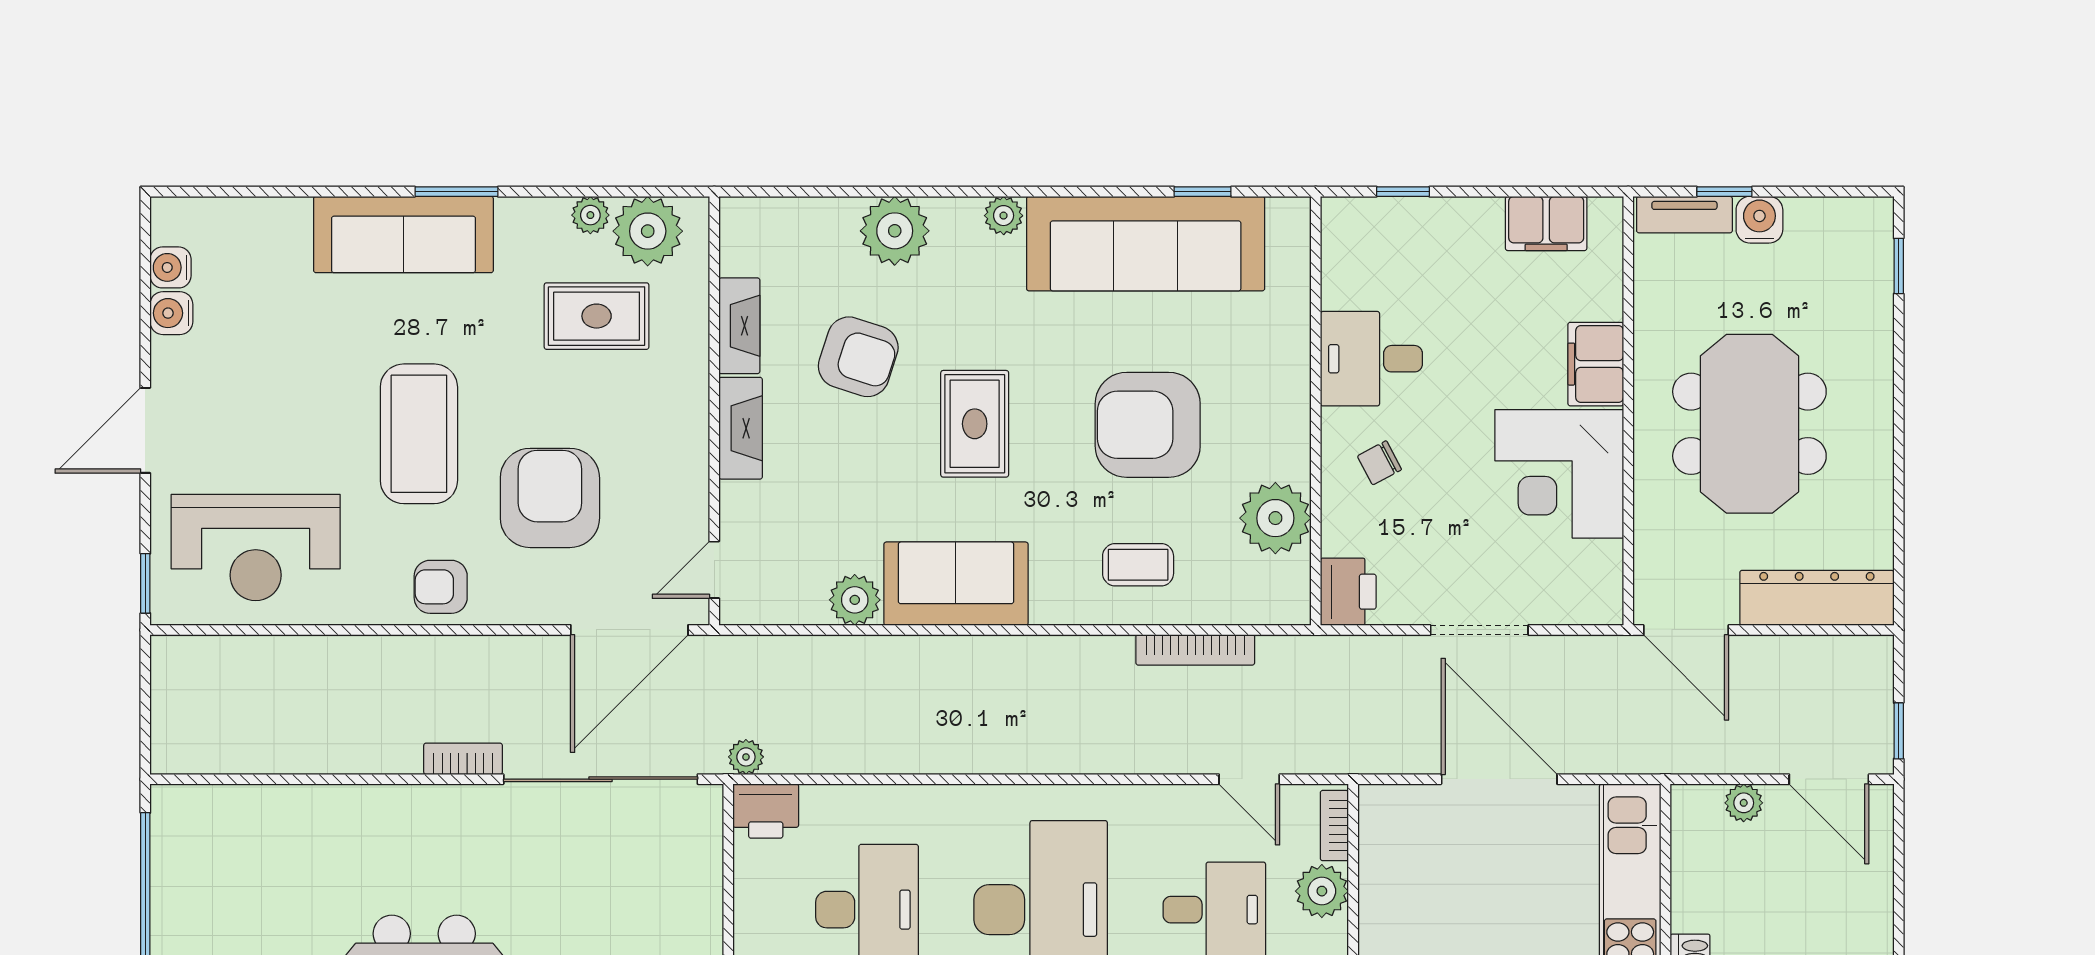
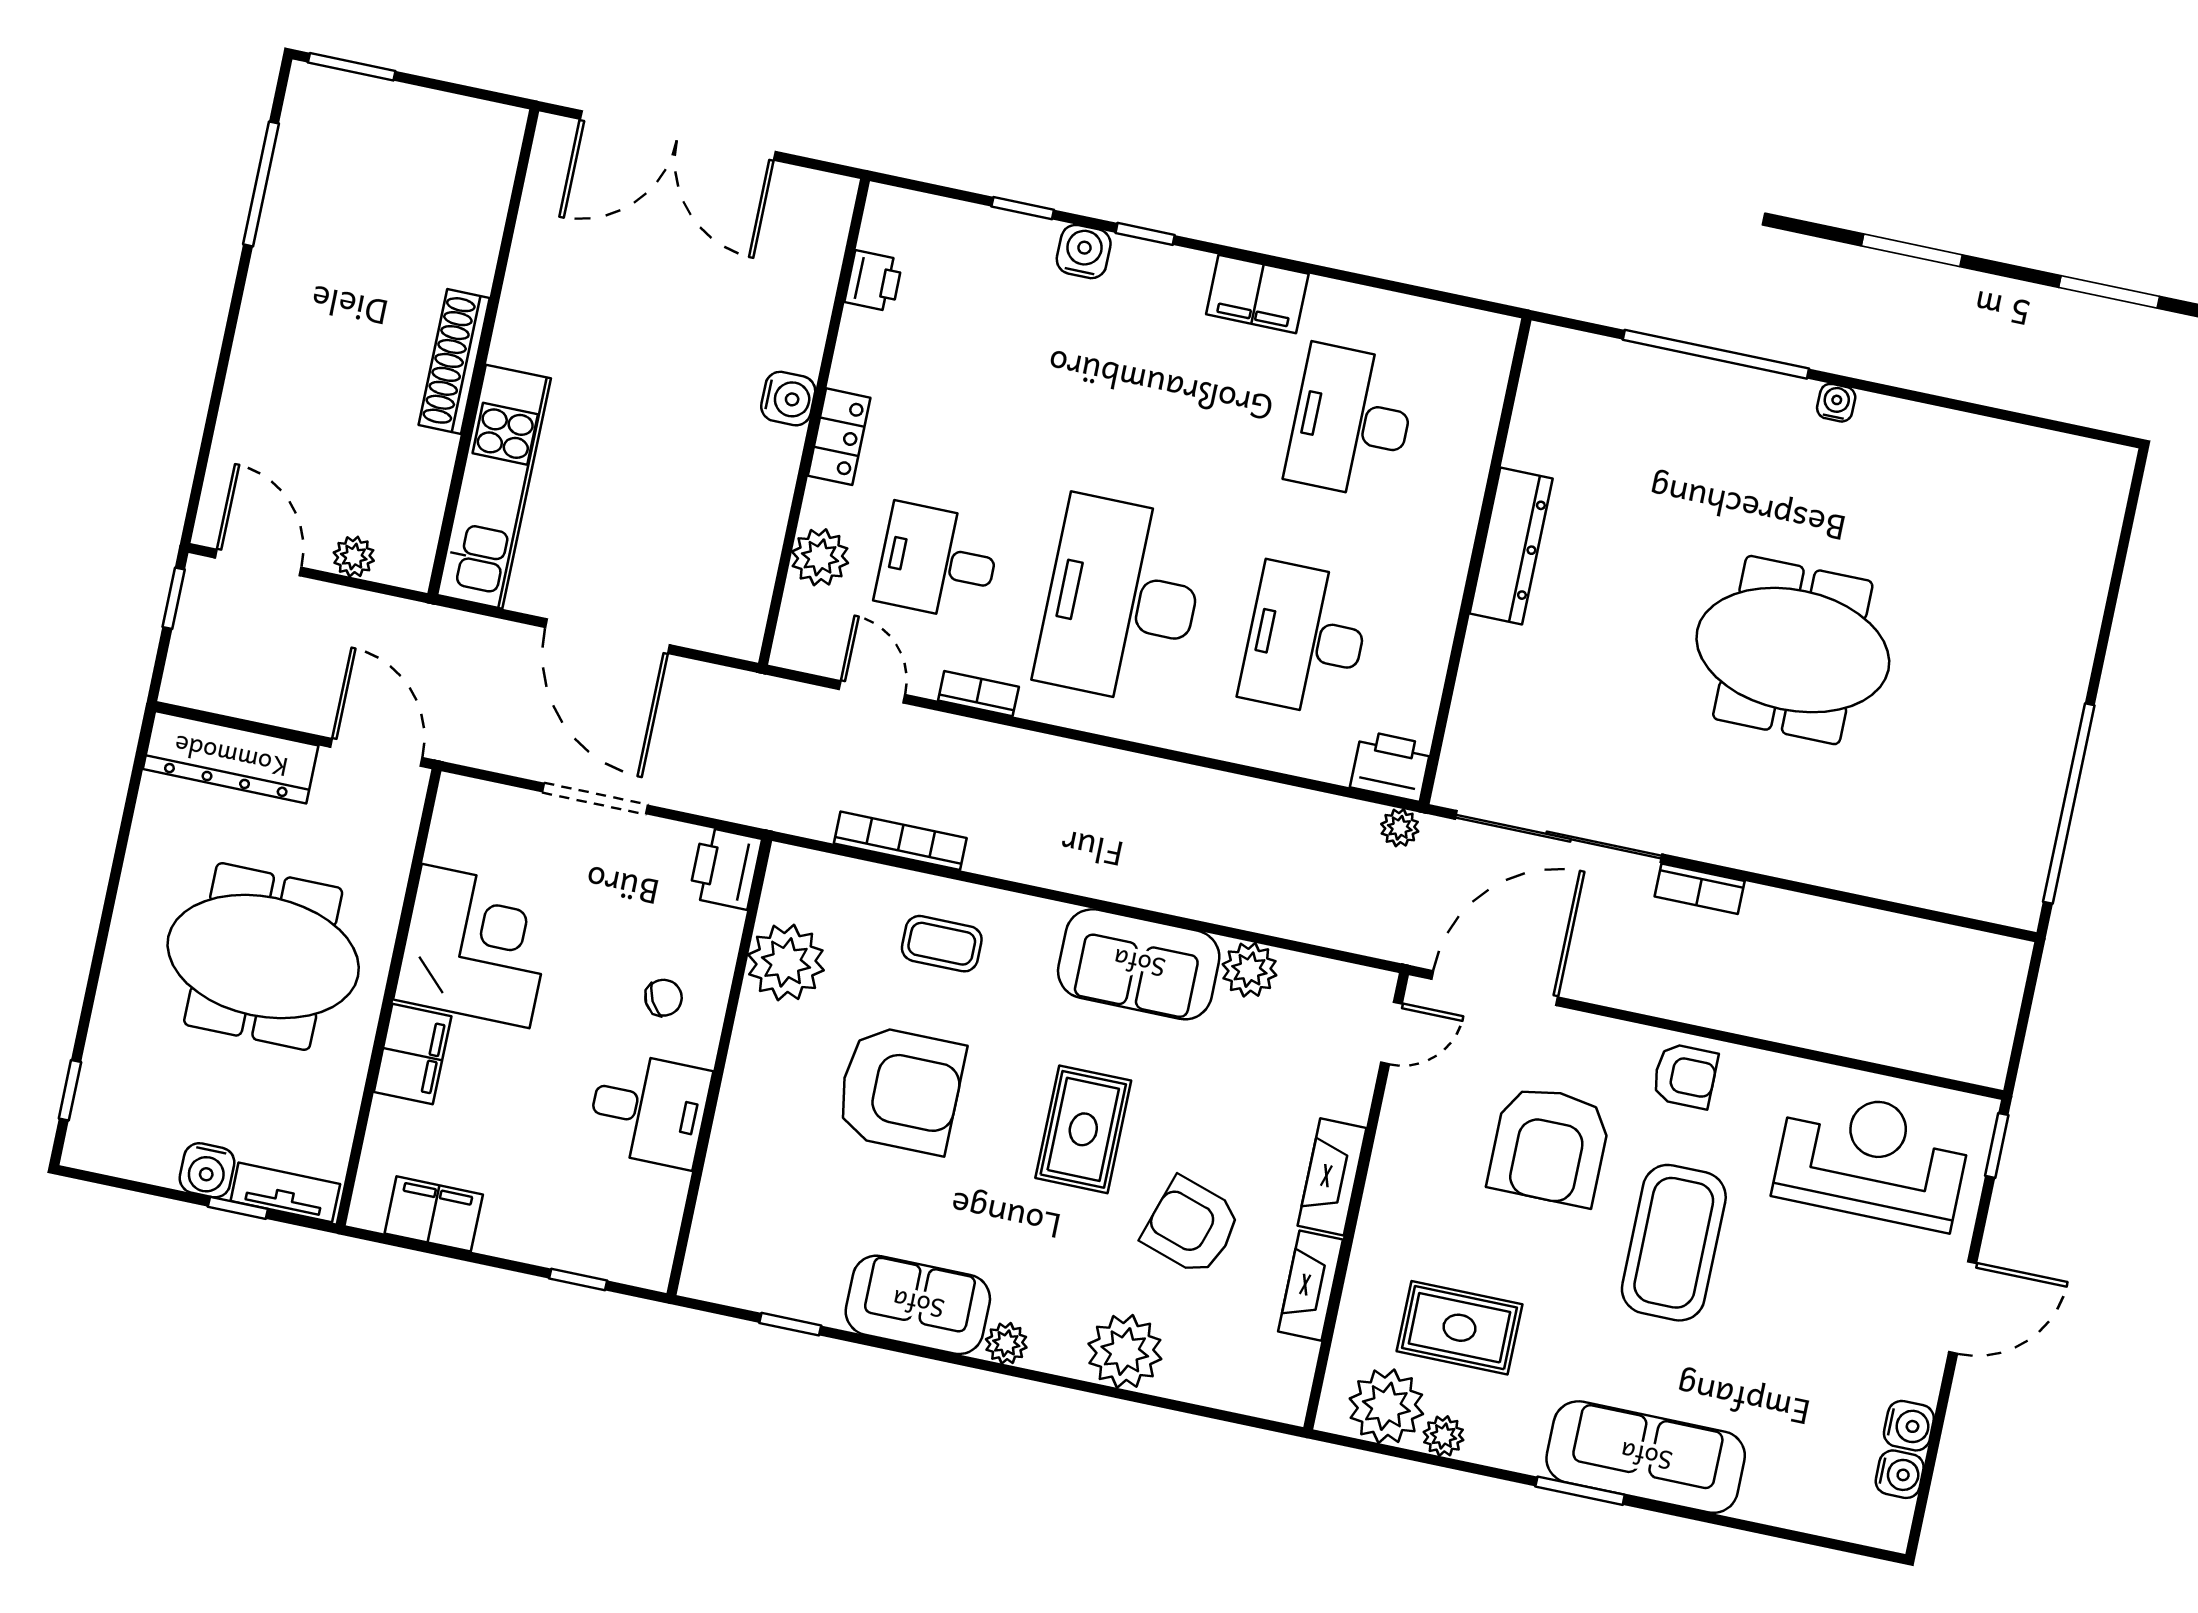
sofa: (1146, 244) -> (918, 1305), width x0.54, depth x0.79
meeting table: (1749, 424) -> (263, 957), turned 90
bookcase: (1334, 826) -> (978, 694), moved, turned -90

